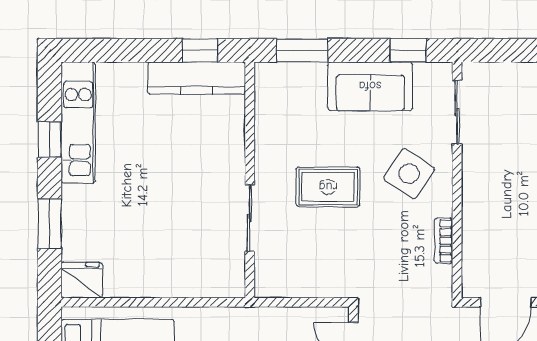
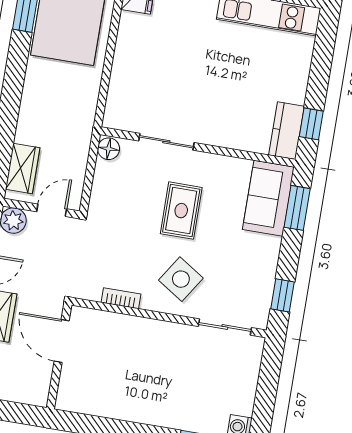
kitchen counter: (197, 78) -> (287, 131), width x0.67
sofa: (370, 86) -> (268, 198), moved
floor lamp: (269, 285) -> (109, 149), added

